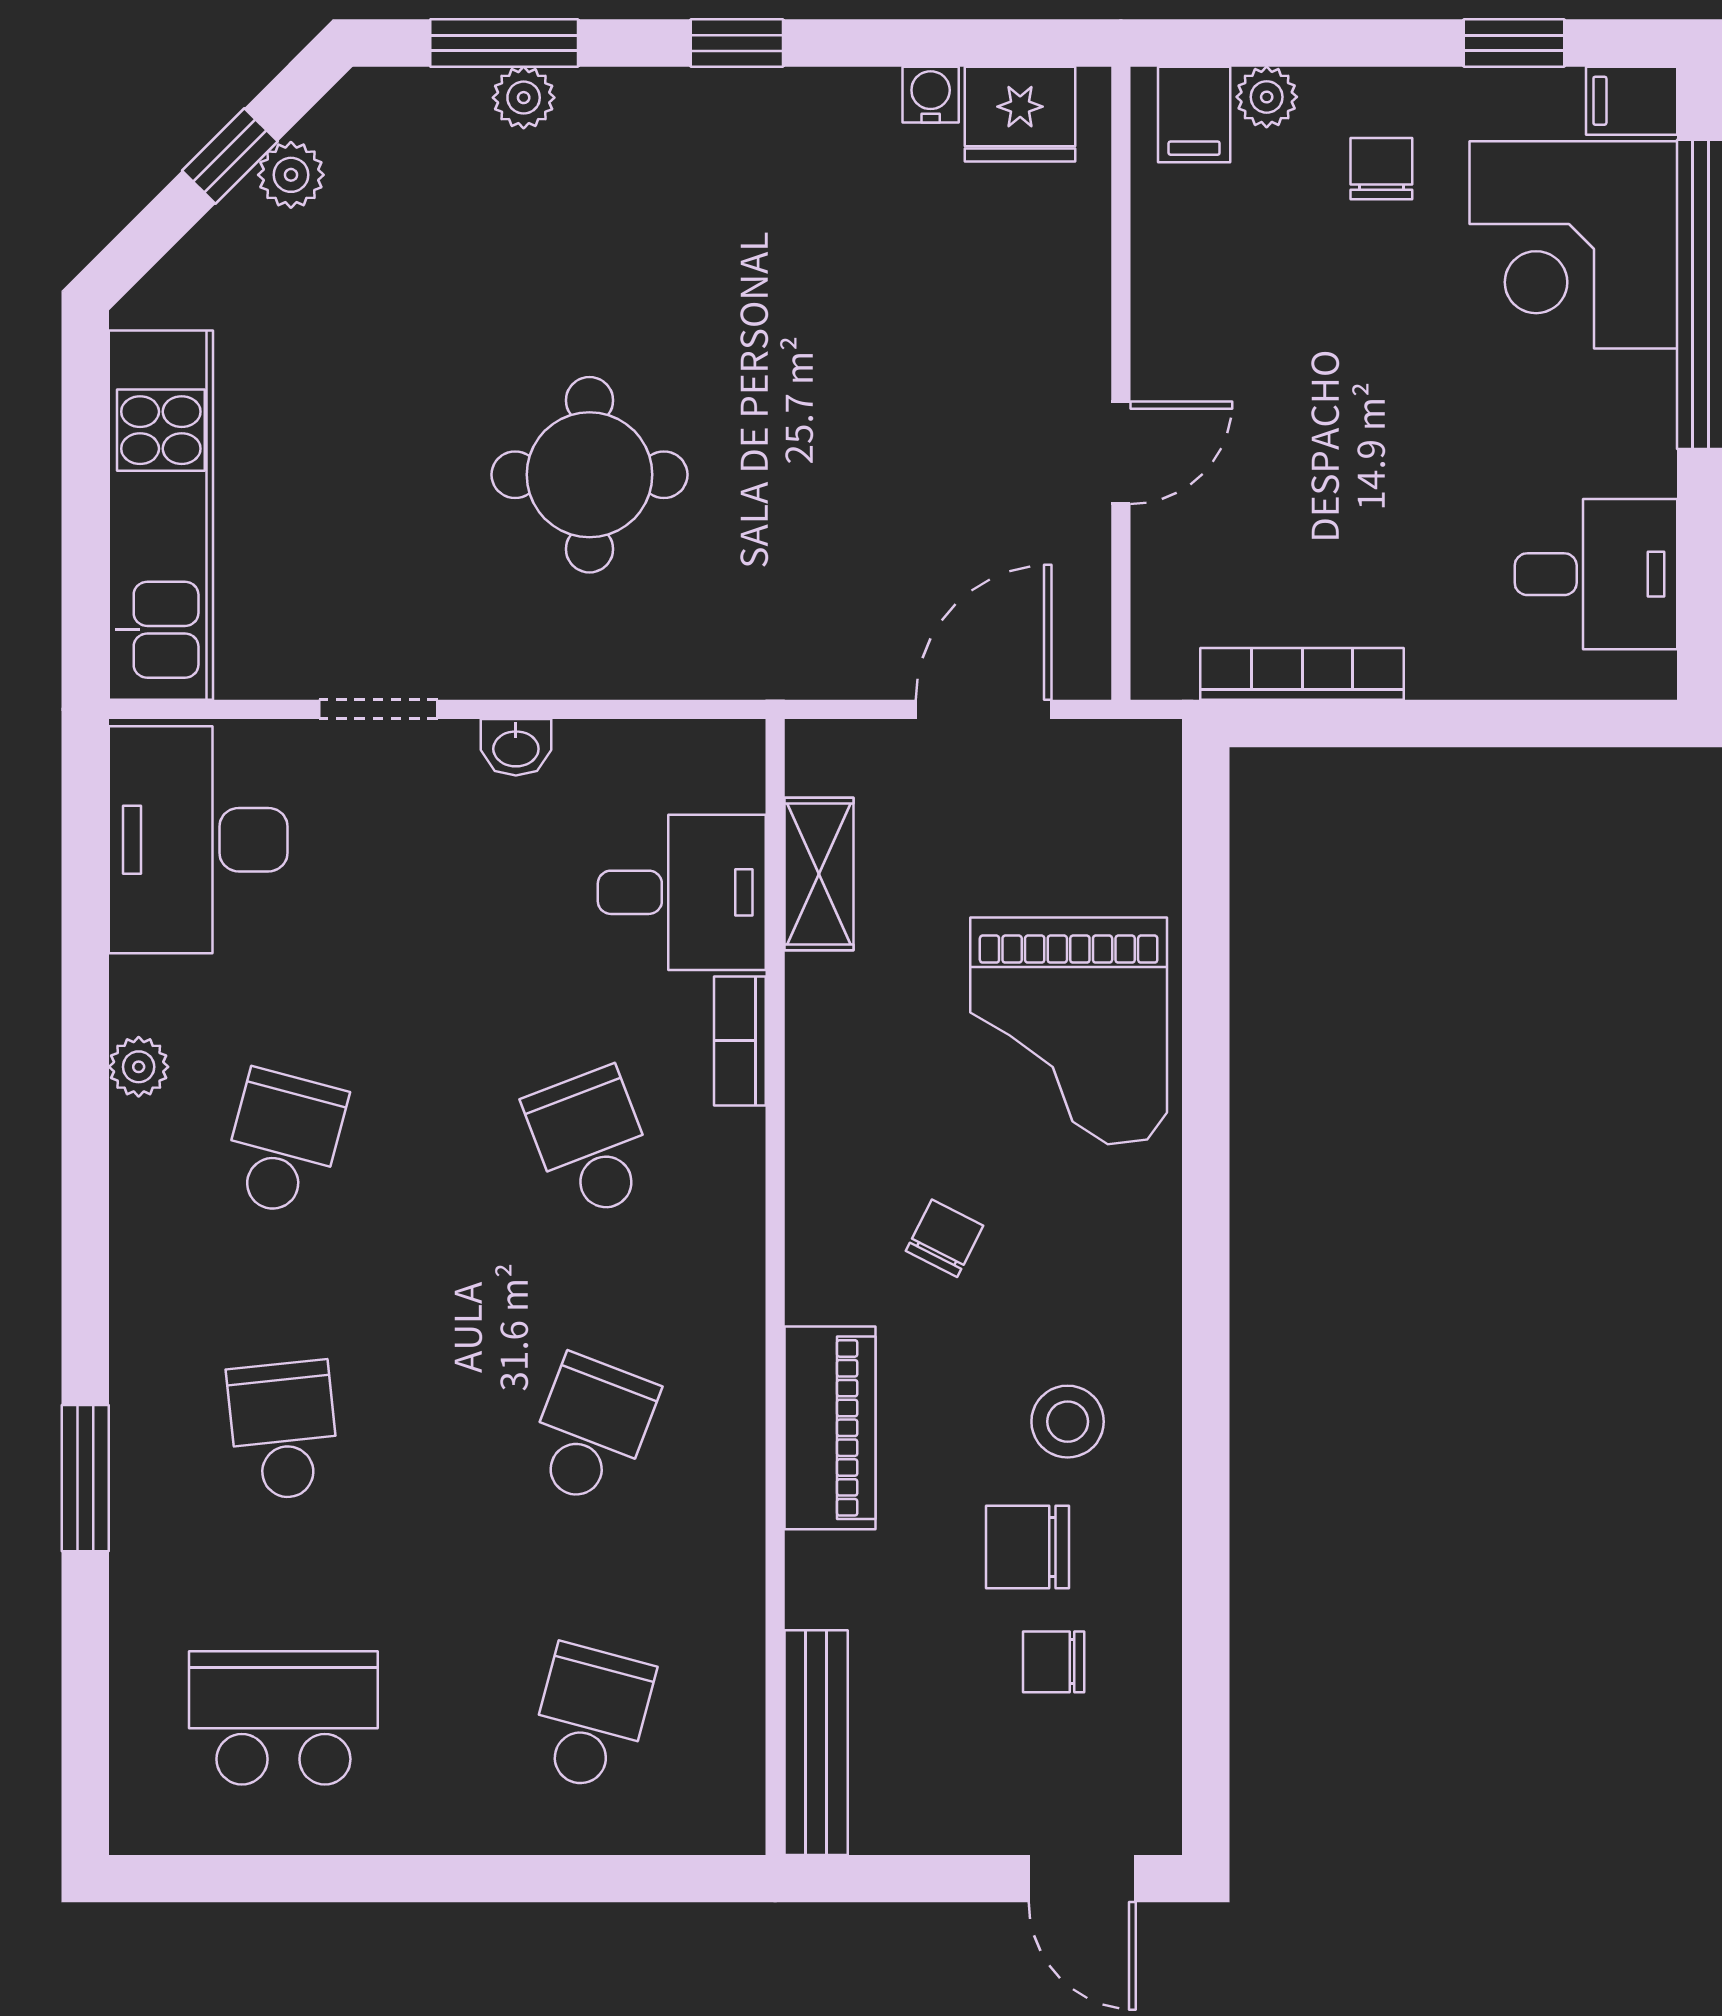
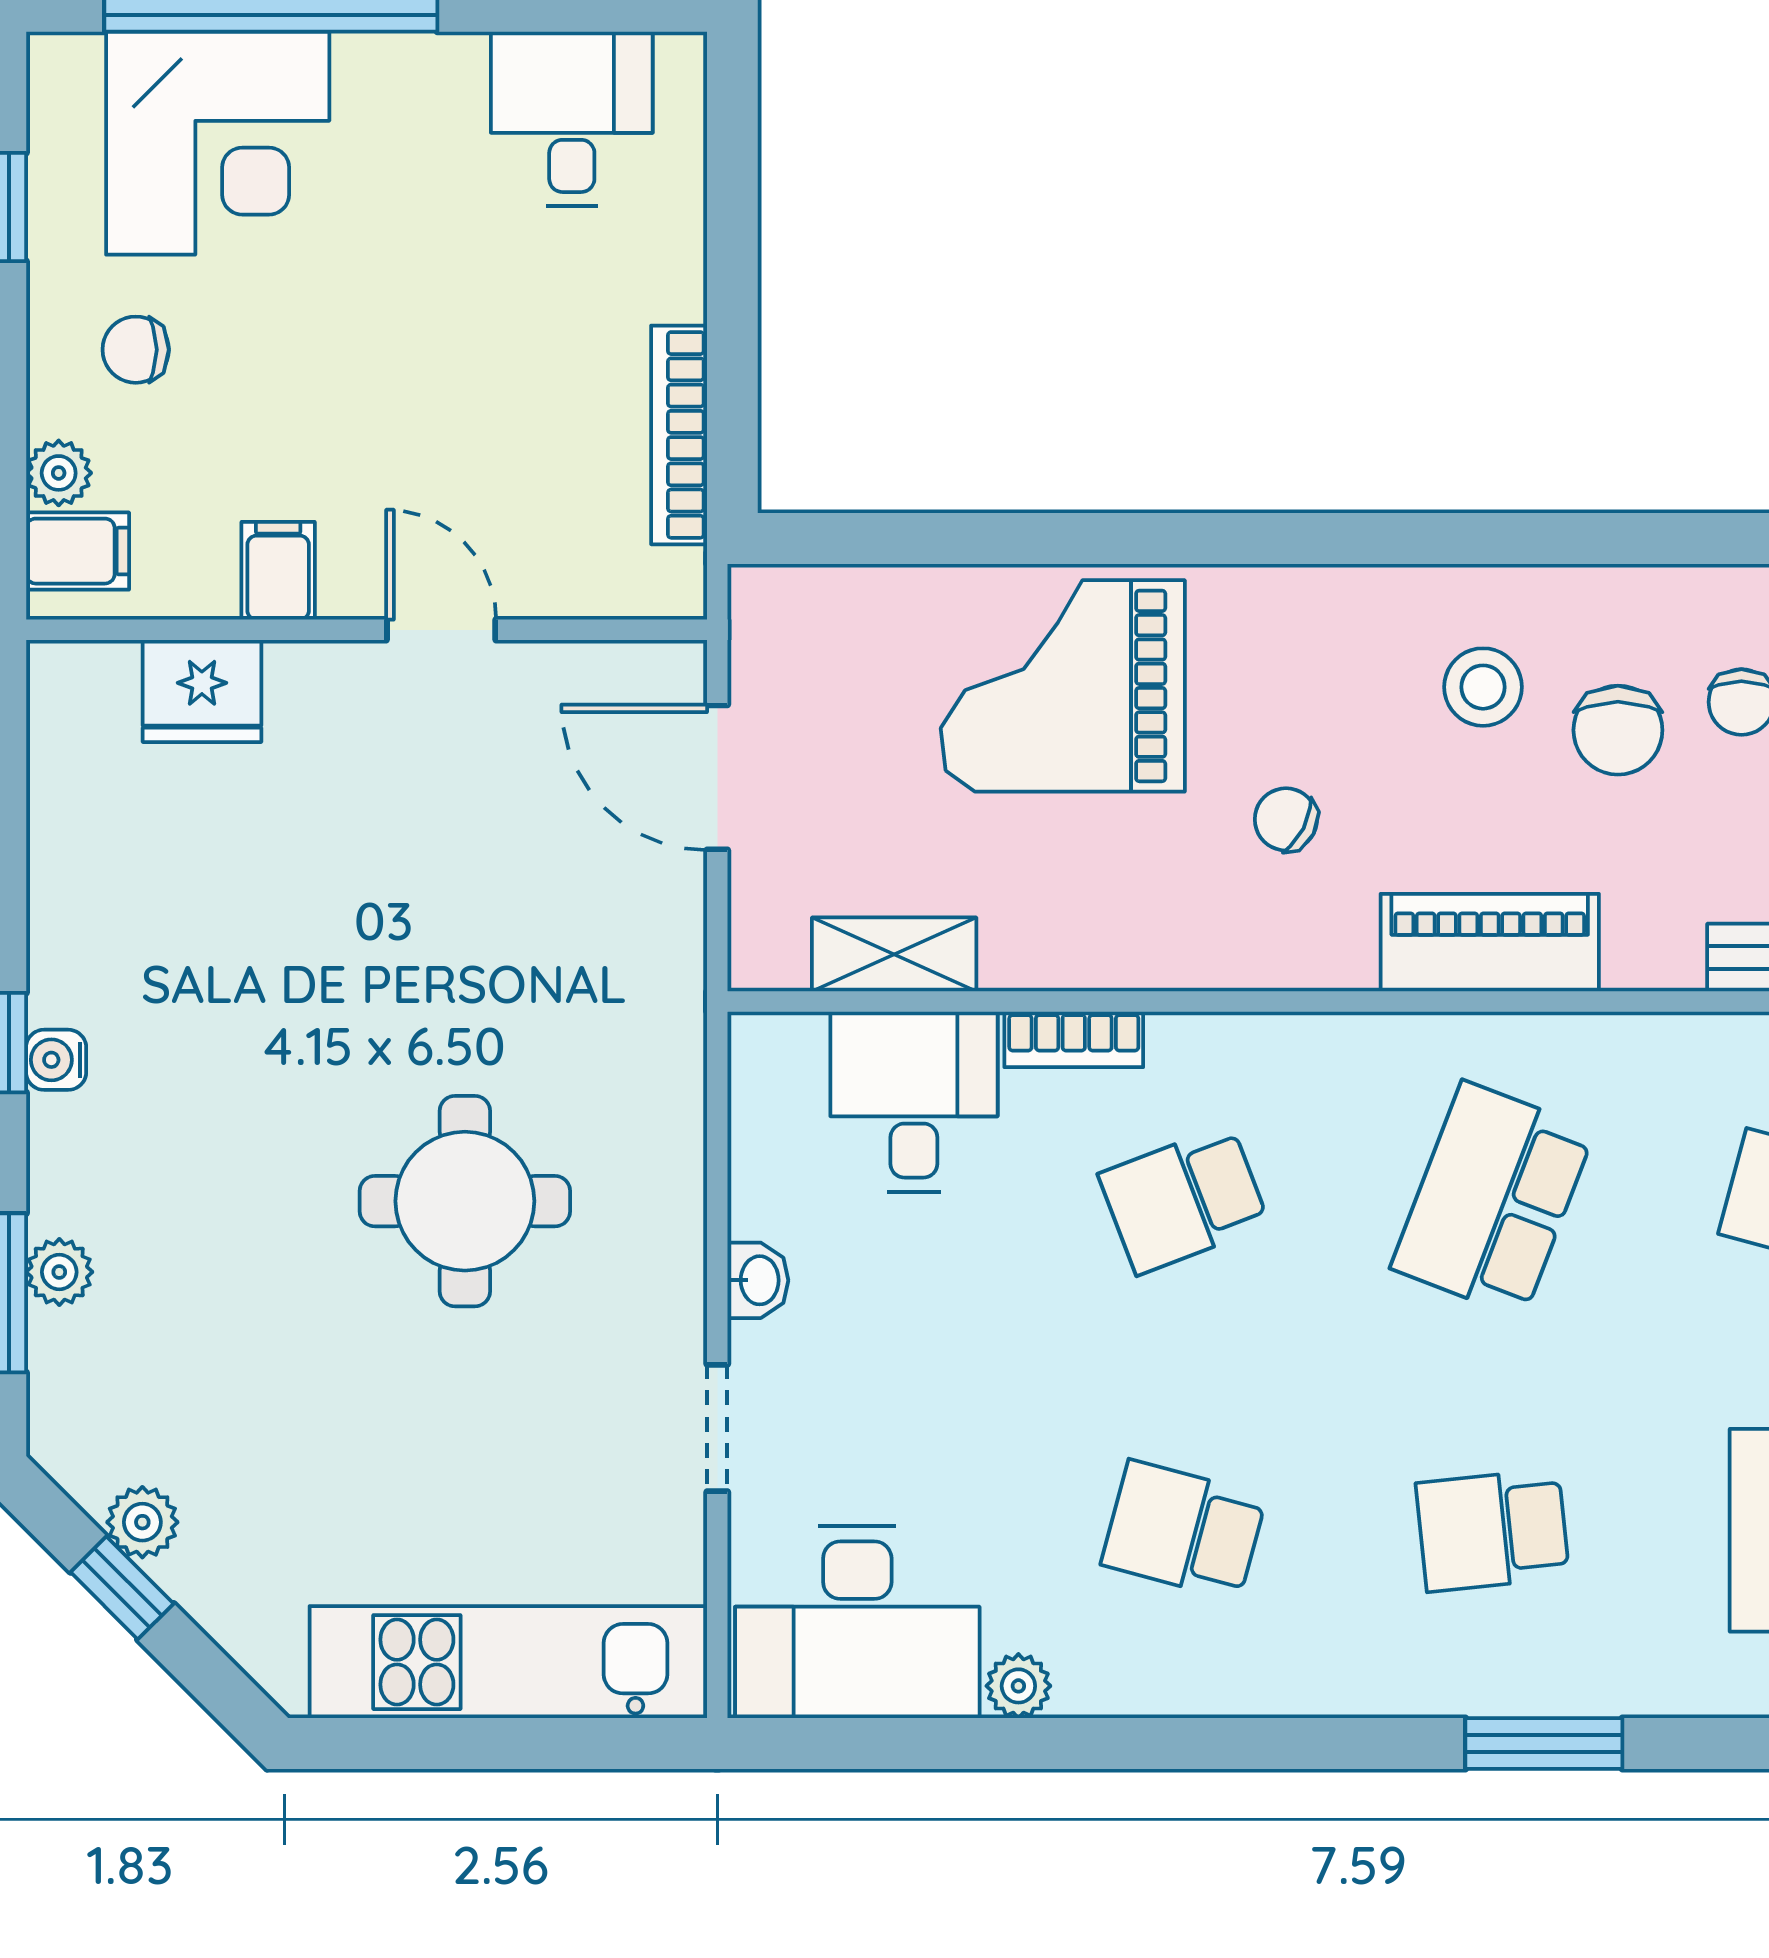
water cooler: (931, 95) -> (56, 1060), moved
filing cabinet: (1632, 101) -> (278, 571), moved, turned 180
fridge: (1020, 114) -> (202, 691), moved, turned 90
grand piano: (1069, 1031) -> (1063, 686), turned 180
plant: (139, 1067) -> (1018, 1686), moved
school desk: (591, 1431) -> (1493, 1199), width x1.85

